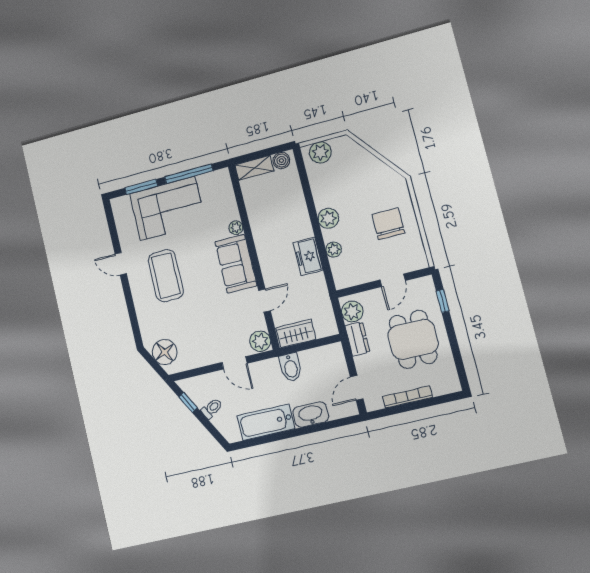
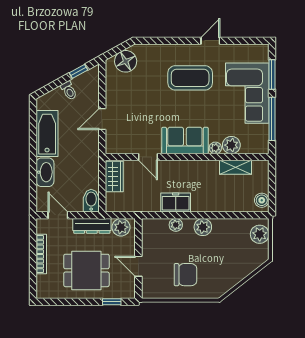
shelving: (254, 168) -> (235, 167), moved, turned 90
dresser: (357, 339) -> (92, 226), width x1.44
plant: (260, 341) -> (231, 145), moved
bidet: (291, 367) -> (91, 201), moved, turned 90

